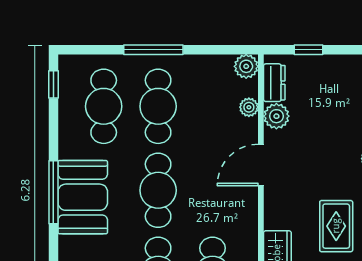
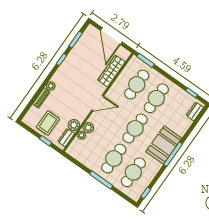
plant: (246, 66) -> (88, 128), moved
door: (261, 165) -> (98, 103), moved
rug: (336, 226) -> (48, 123), moved

